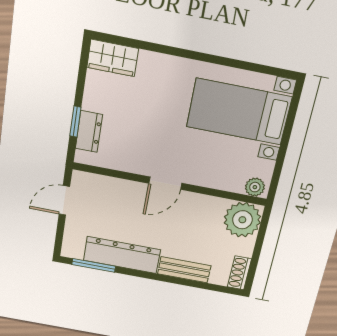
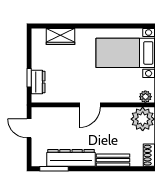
wardrobe: (113, 58) -> (60, 36), moved
door: (64, 200) -> (29, 128), hinge flipped

